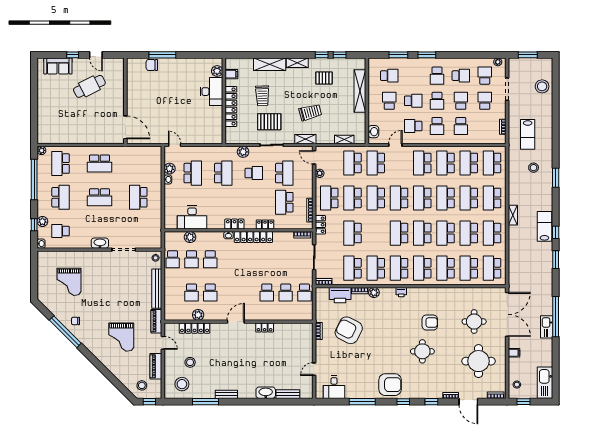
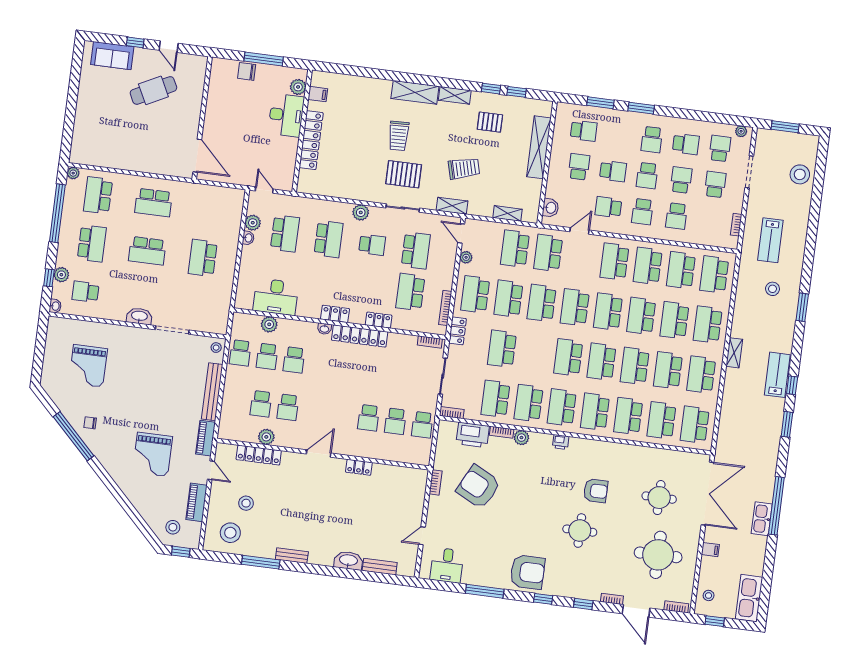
plant: (217, 71) -> (298, 87), moved
filing cabinet: (231, 74) -> (318, 94), moved
desk: (211, 92) -> (286, 115), moved
wall: (224, 101) -> (302, 131), moved
locker: (231, 106) -> (311, 140), moved

